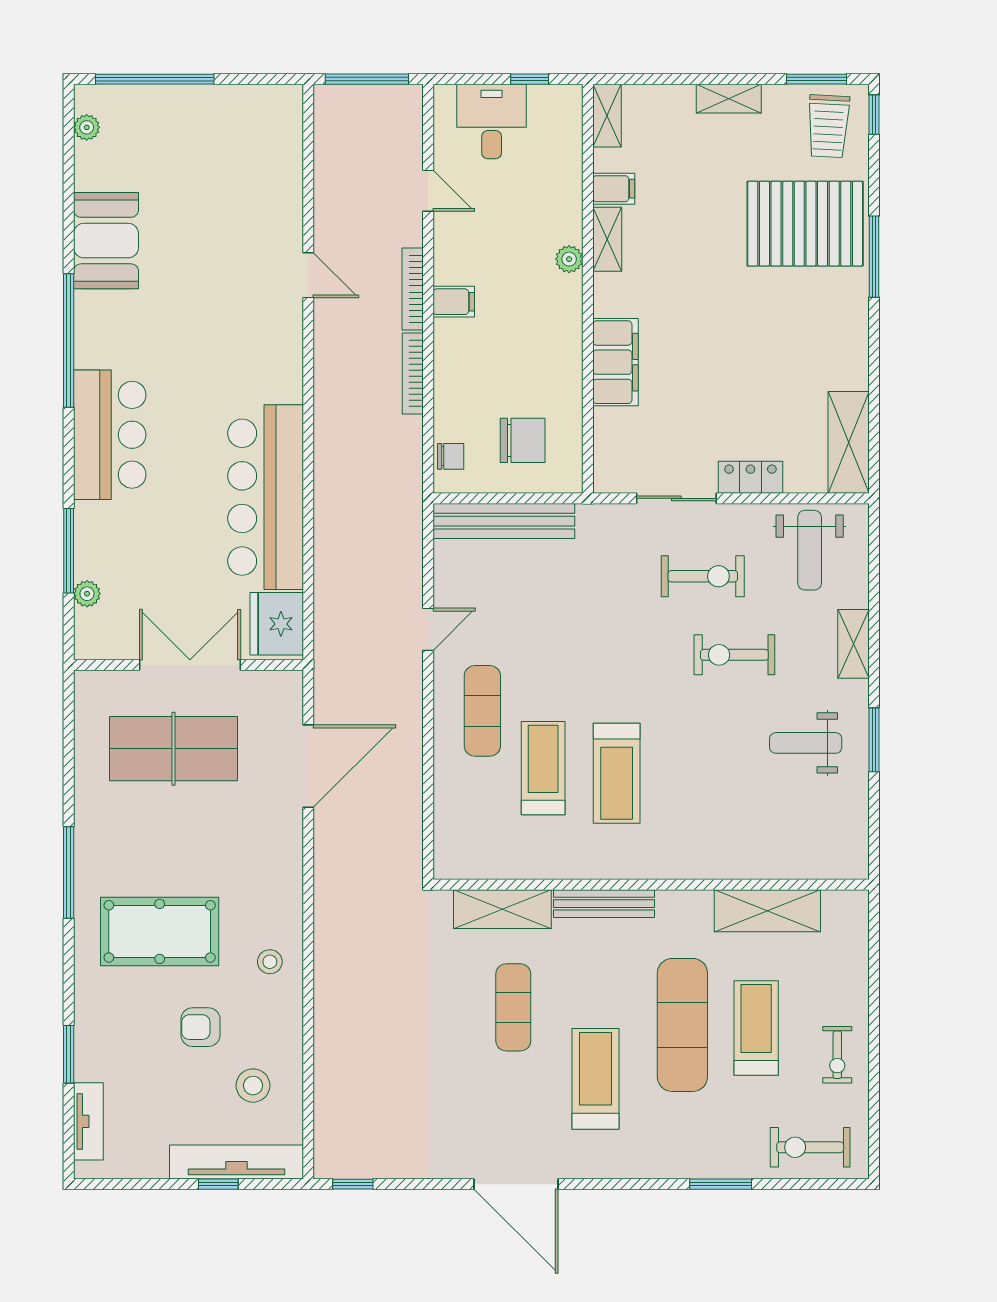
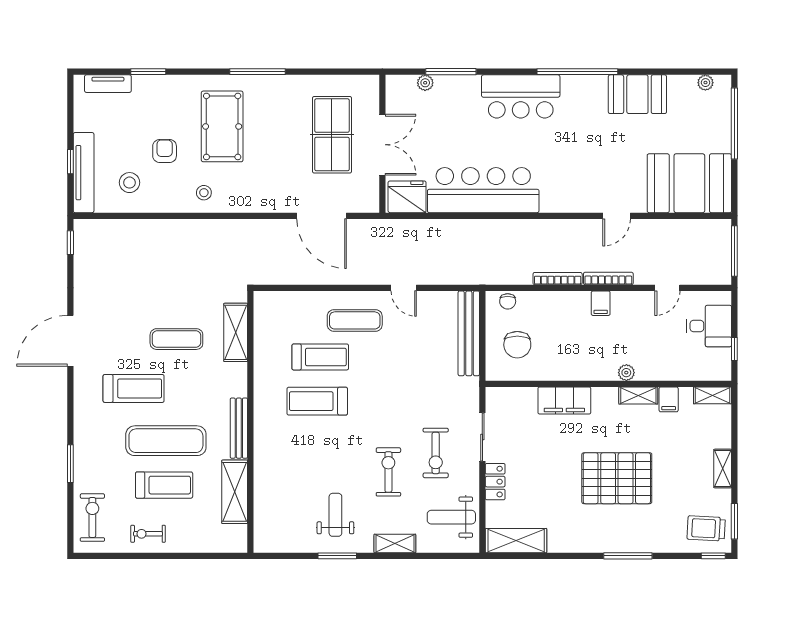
booth: (254, 154) -> (689, 183), added
pallet: (805, 224) -> (617, 478), moved, turned 90
bench: (604, 904) -> (239, 428), moved

